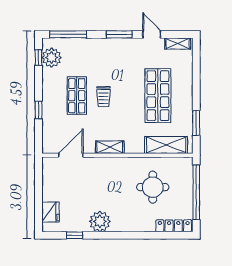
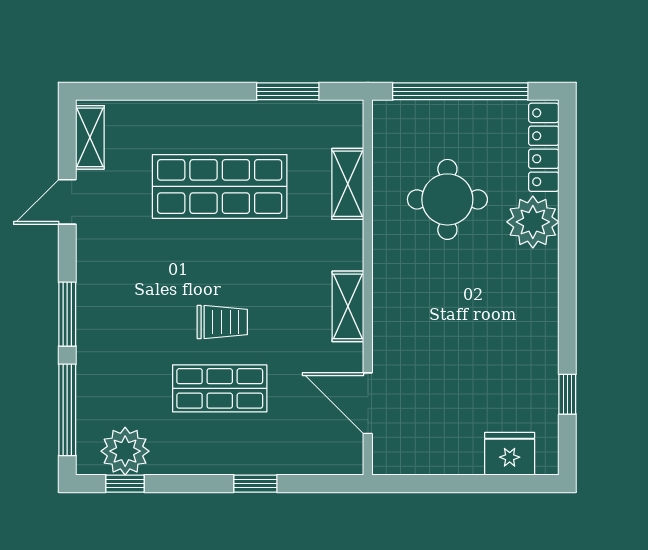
window: (119, 34) -> (67, 314), moved
shelving: (166, 145) -> (348, 184), width x0.67, depth x0.75
plant: (100, 221) -> (533, 222), moved

